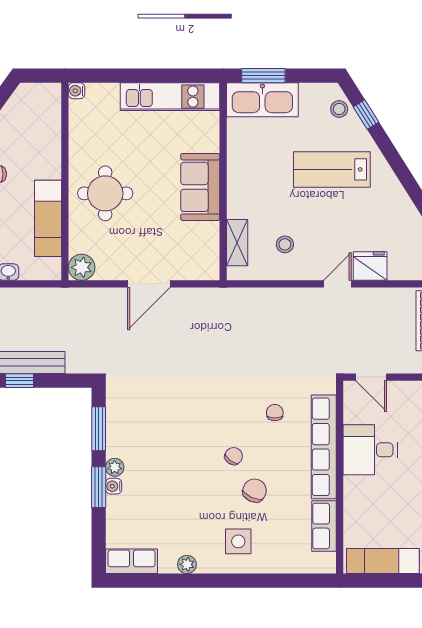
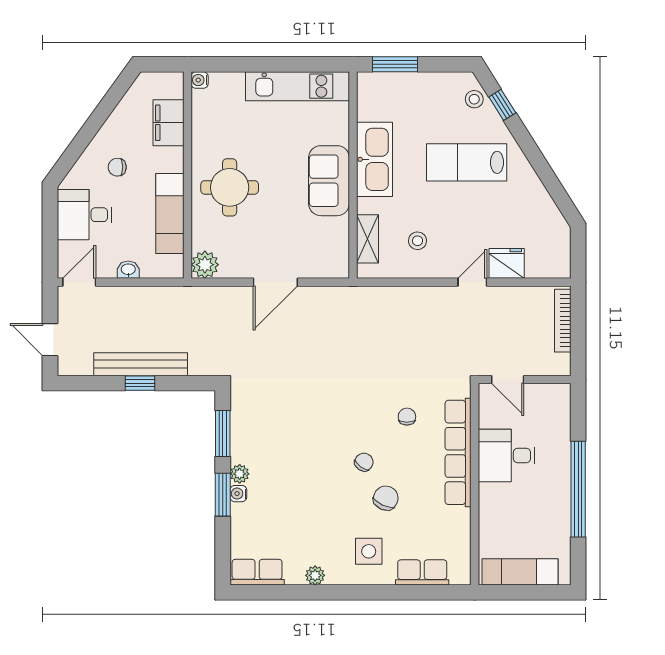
kitchen sink: (262, 100) -> (375, 159), moved, turned -90
filing cabinet: (47, 132) -> (168, 123), added
row of seats: (324, 526) -> (422, 572), moved, turned 90

